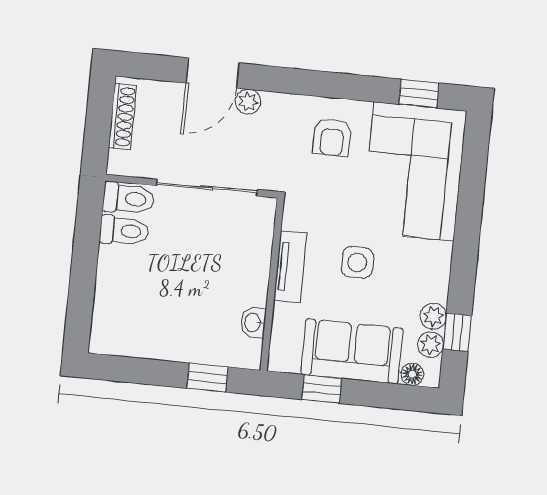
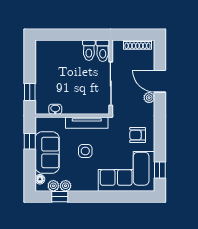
tv unit: (290, 267) -> (87, 123), width x1.41

